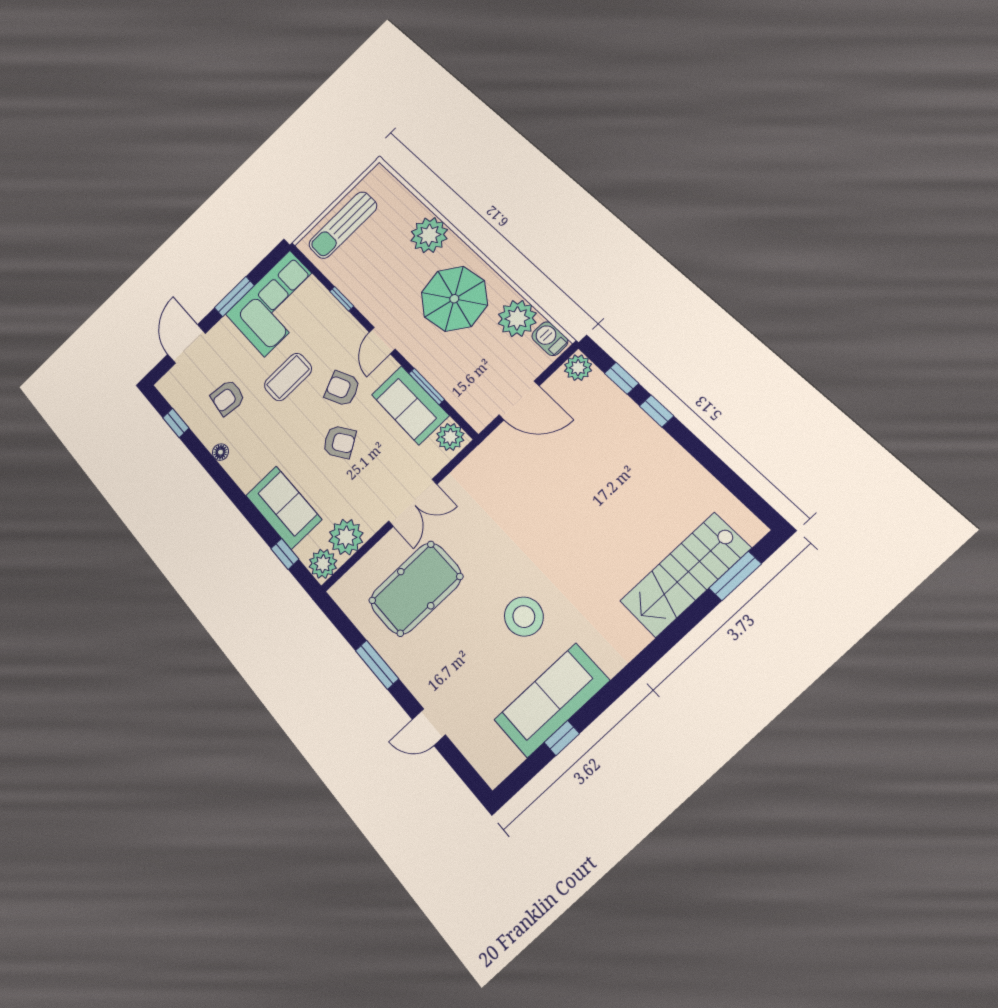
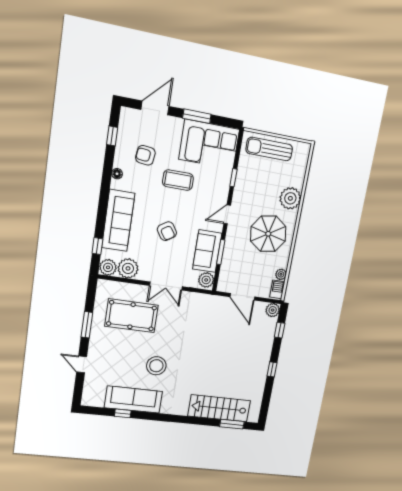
plant: (517, 318) -> (281, 274), width x0.53, depth x0.53
armchair: (342, 389) -> (192, 213), removed
window: (657, 411) -> (272, 369), moved
sofa: (284, 508) -> (118, 221), width x1.36

